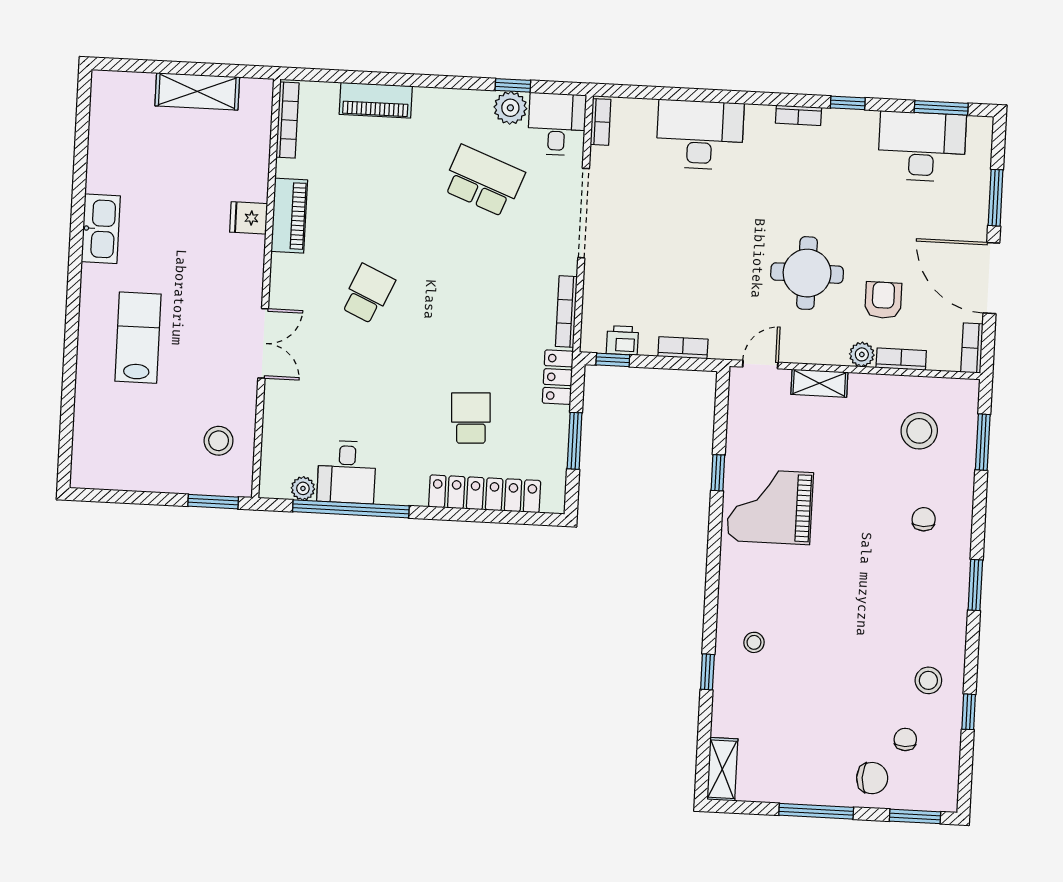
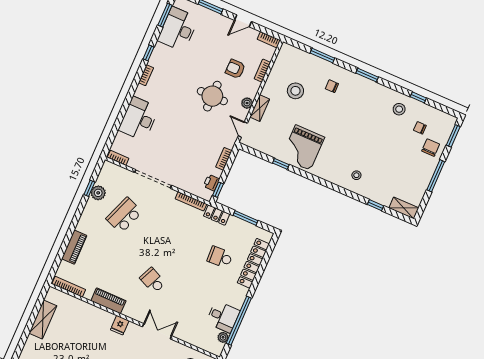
desk: (557, 124) -> (112, 176), removed
fridge: (249, 218) -> (120, 325), moved
door: (991, 278) -> (243, 21), width x0.53
plant: (862, 354) -> (247, 103), moved
stool: (919, 431) -> (295, 91), moved
window: (983, 442) -> (322, 56), moved
window: (707, 672) -> (375, 205), moved

